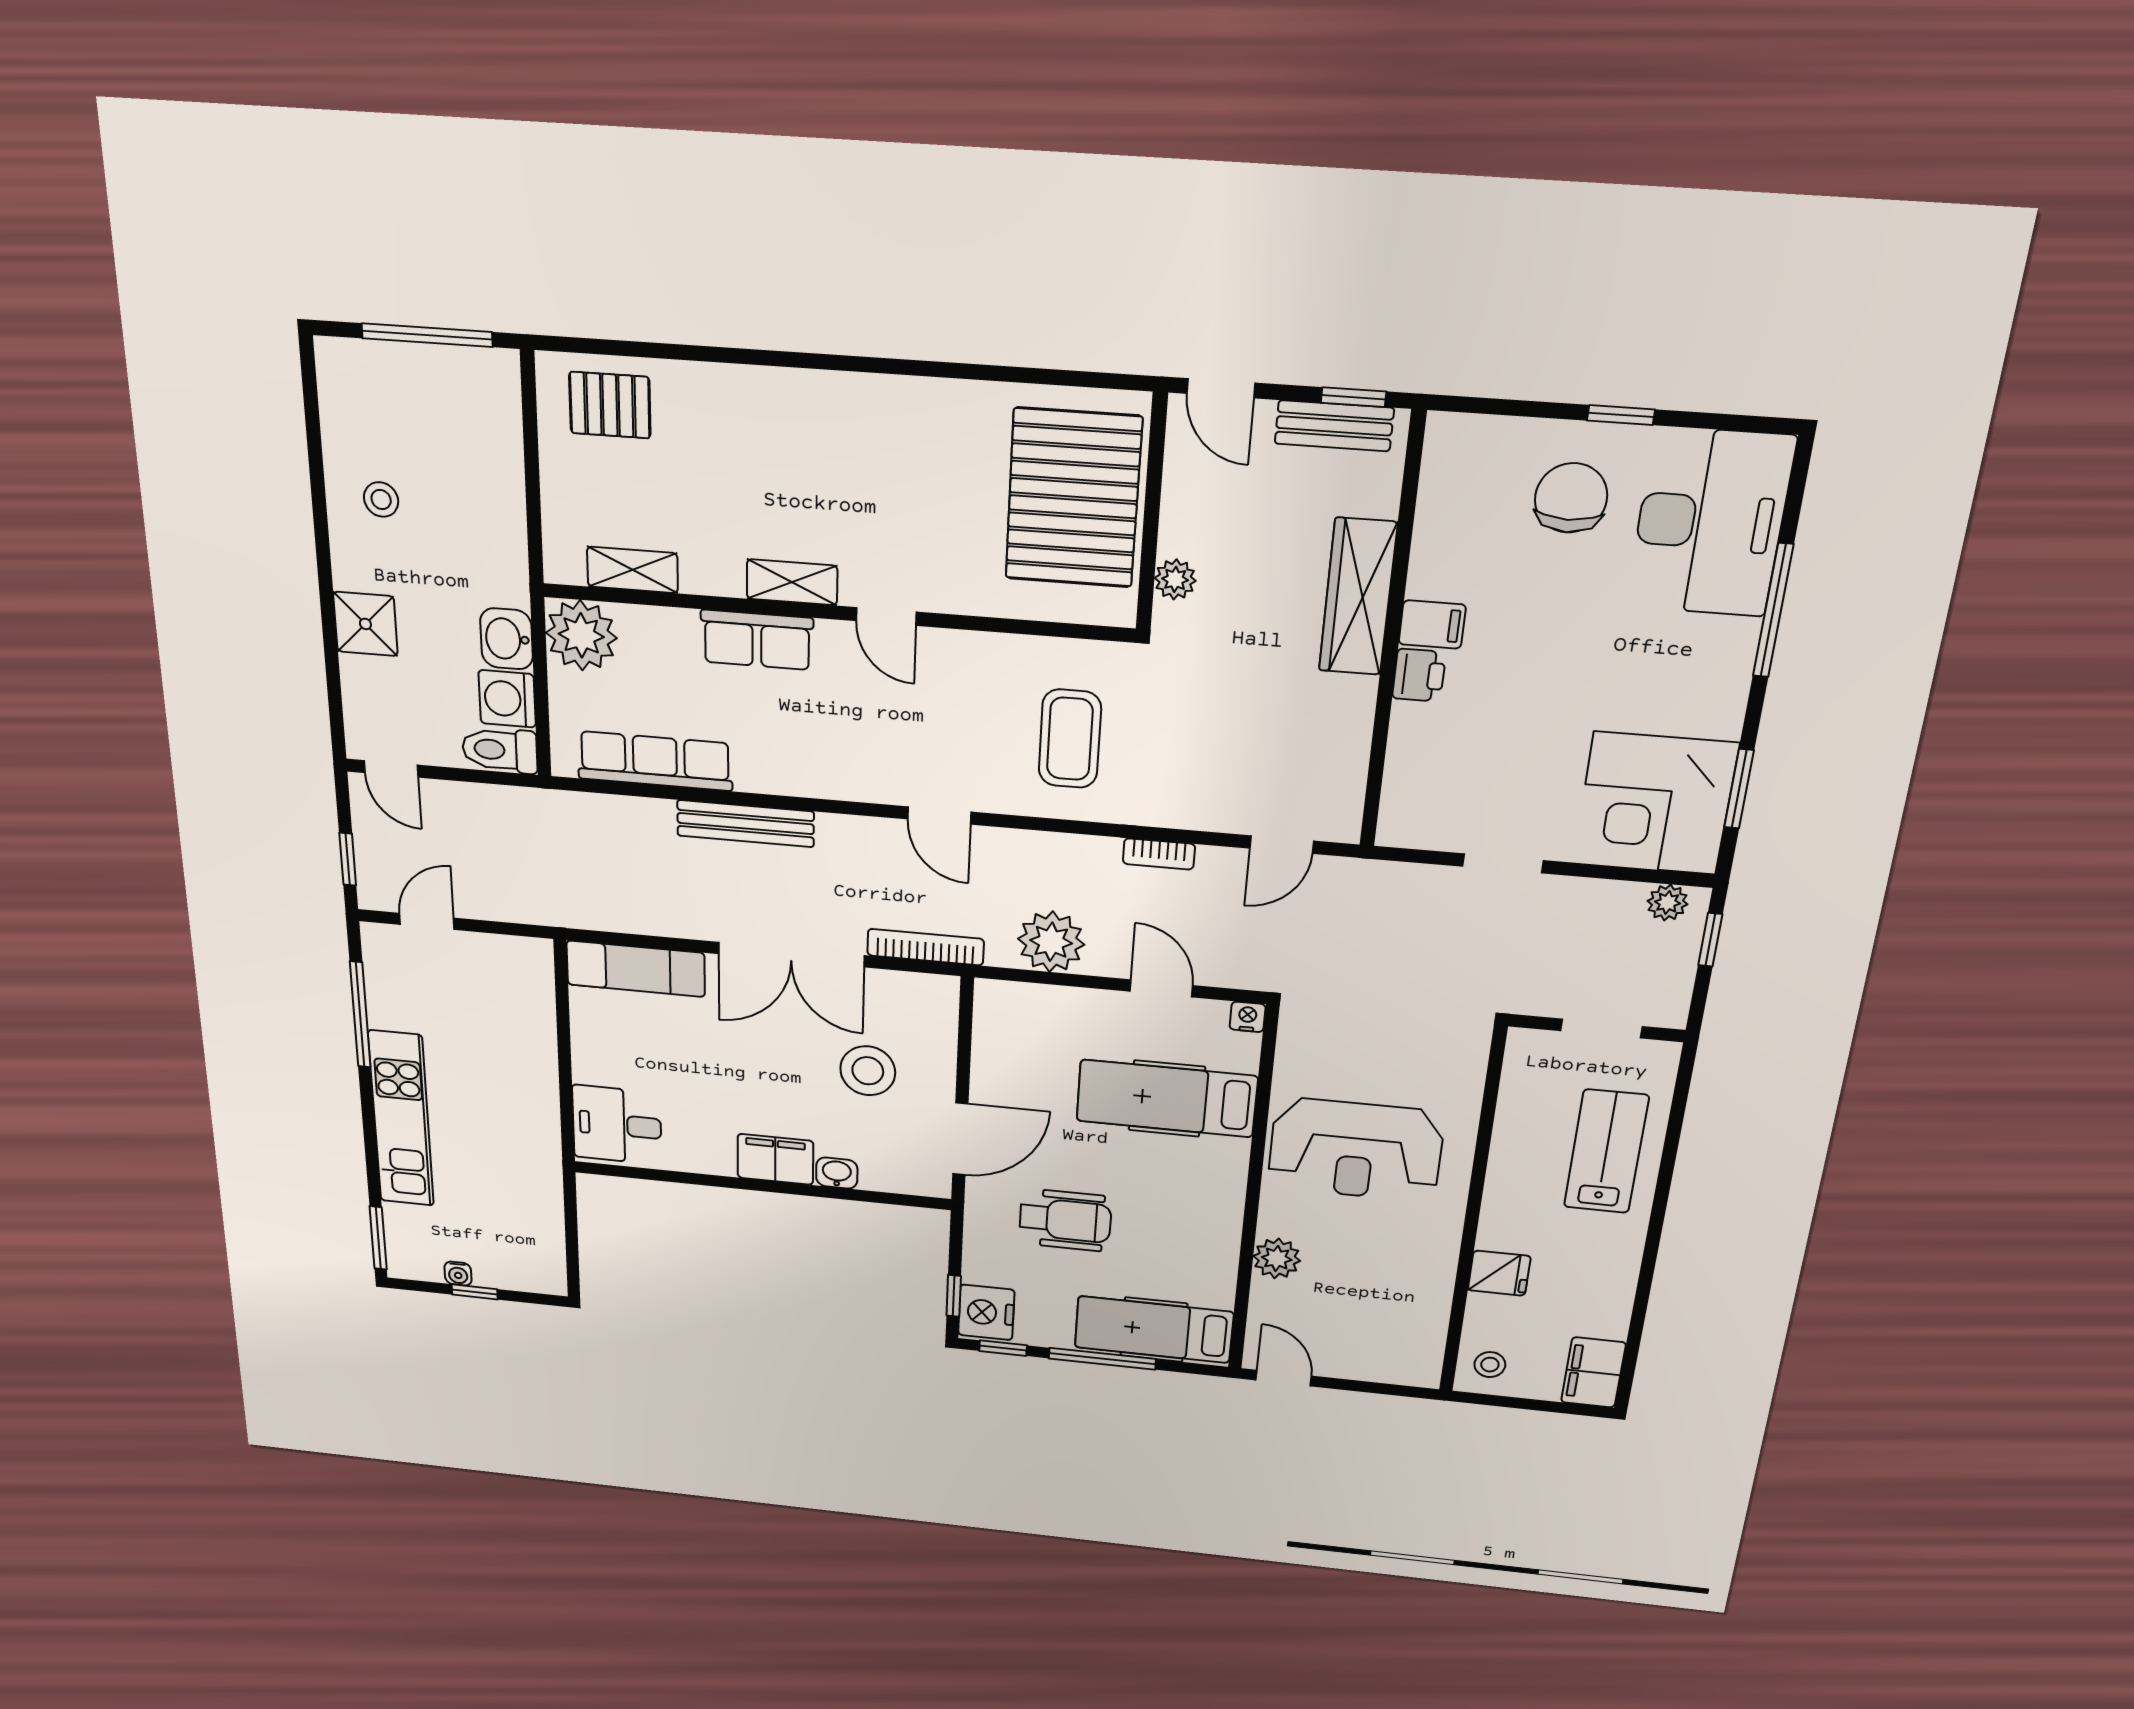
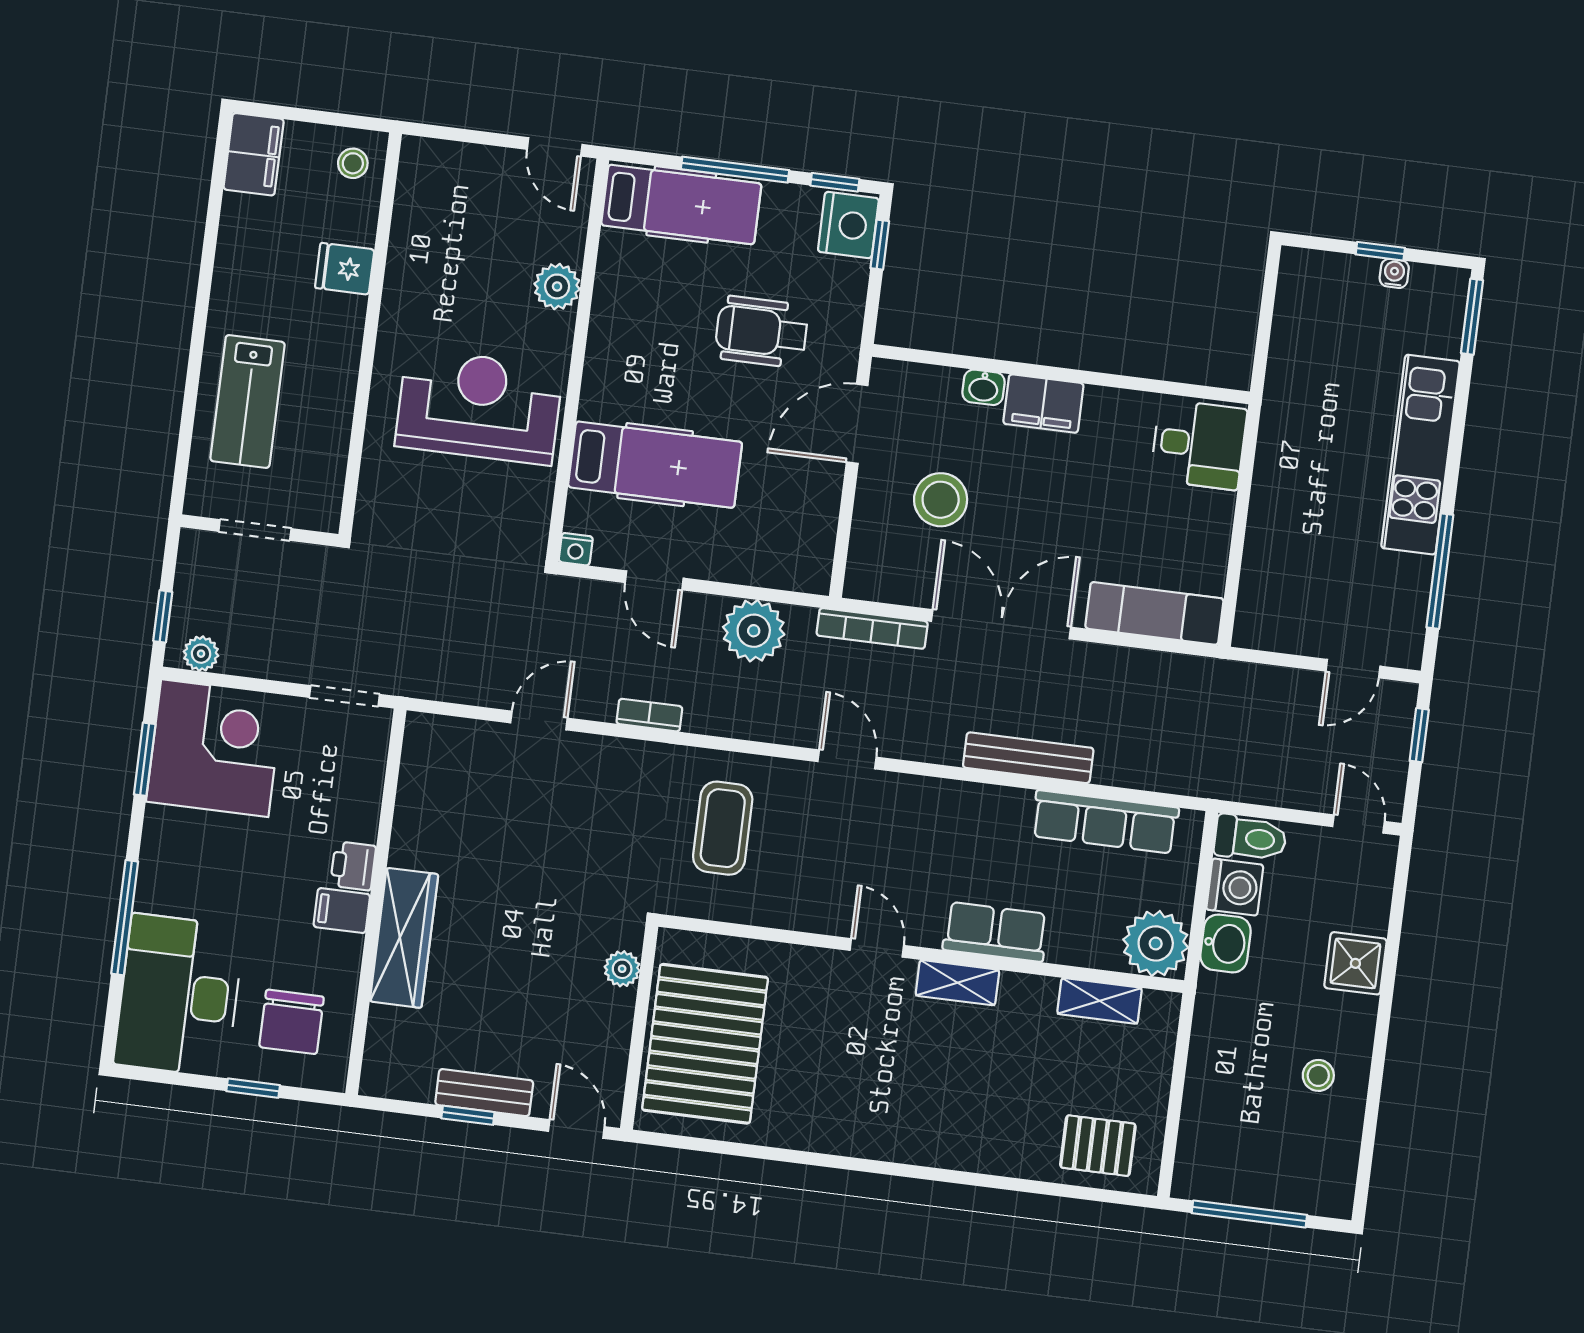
wardrobe: (1358, 597) -> (404, 938), moved
filing cabinet: (1432, 624) -> (342, 911), moved
wall: (1392, 636) -> (376, 902), moved
printer: (1419, 675) -> (353, 866), moved

